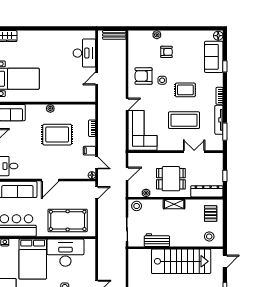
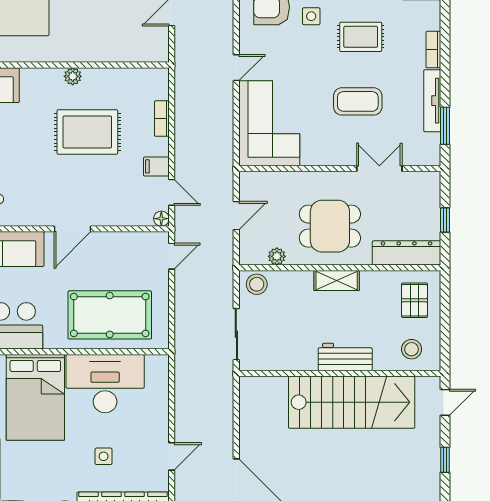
coffee table: (184, 120) -> (358, 101), width x0.73, depth x0.76
workbench: (157, 240) -> (345, 357), moved

